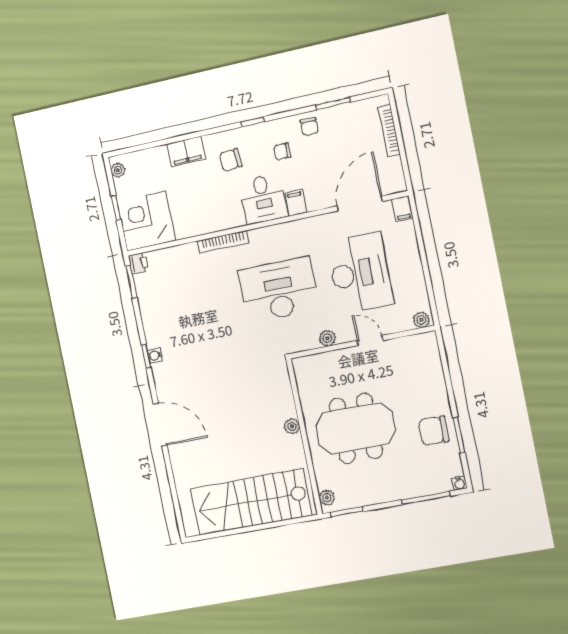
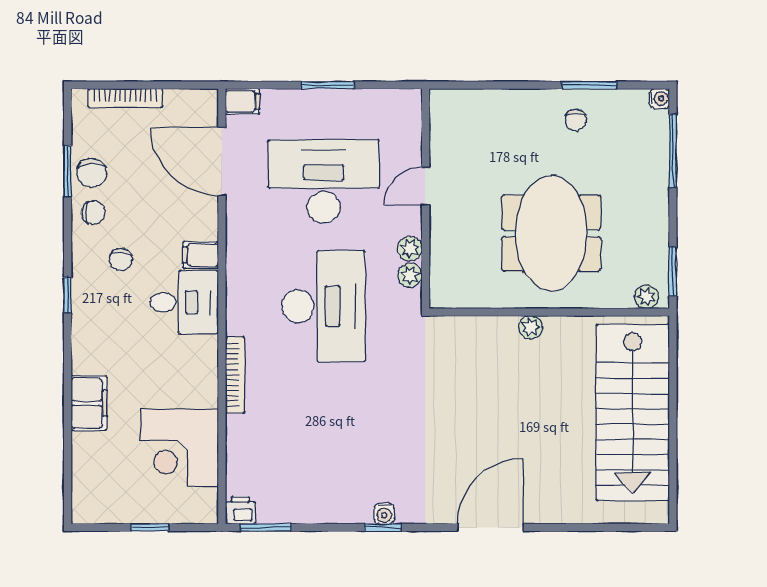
chair: (231, 160) -> (92, 173), moved
plant: (118, 170) -> (94, 513), removed
corner desk: (146, 221) -> (180, 448), moved
window: (424, 262) -> (327, 85), added
desk: (279, 290) -> (324, 306), turned 180
plant: (421, 320) -> (410, 275), moved
chair: (434, 431) -> (576, 120), width x0.54, depth x0.54

